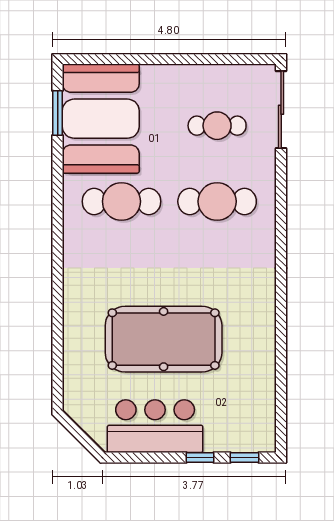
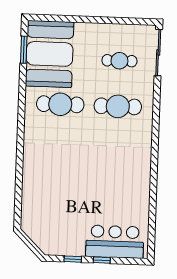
pool table: (164, 339) -> (83, 188), removed
bar counter: (155, 426) -> (115, 242), moved
window: (245, 457) -> (73, 259), moved

